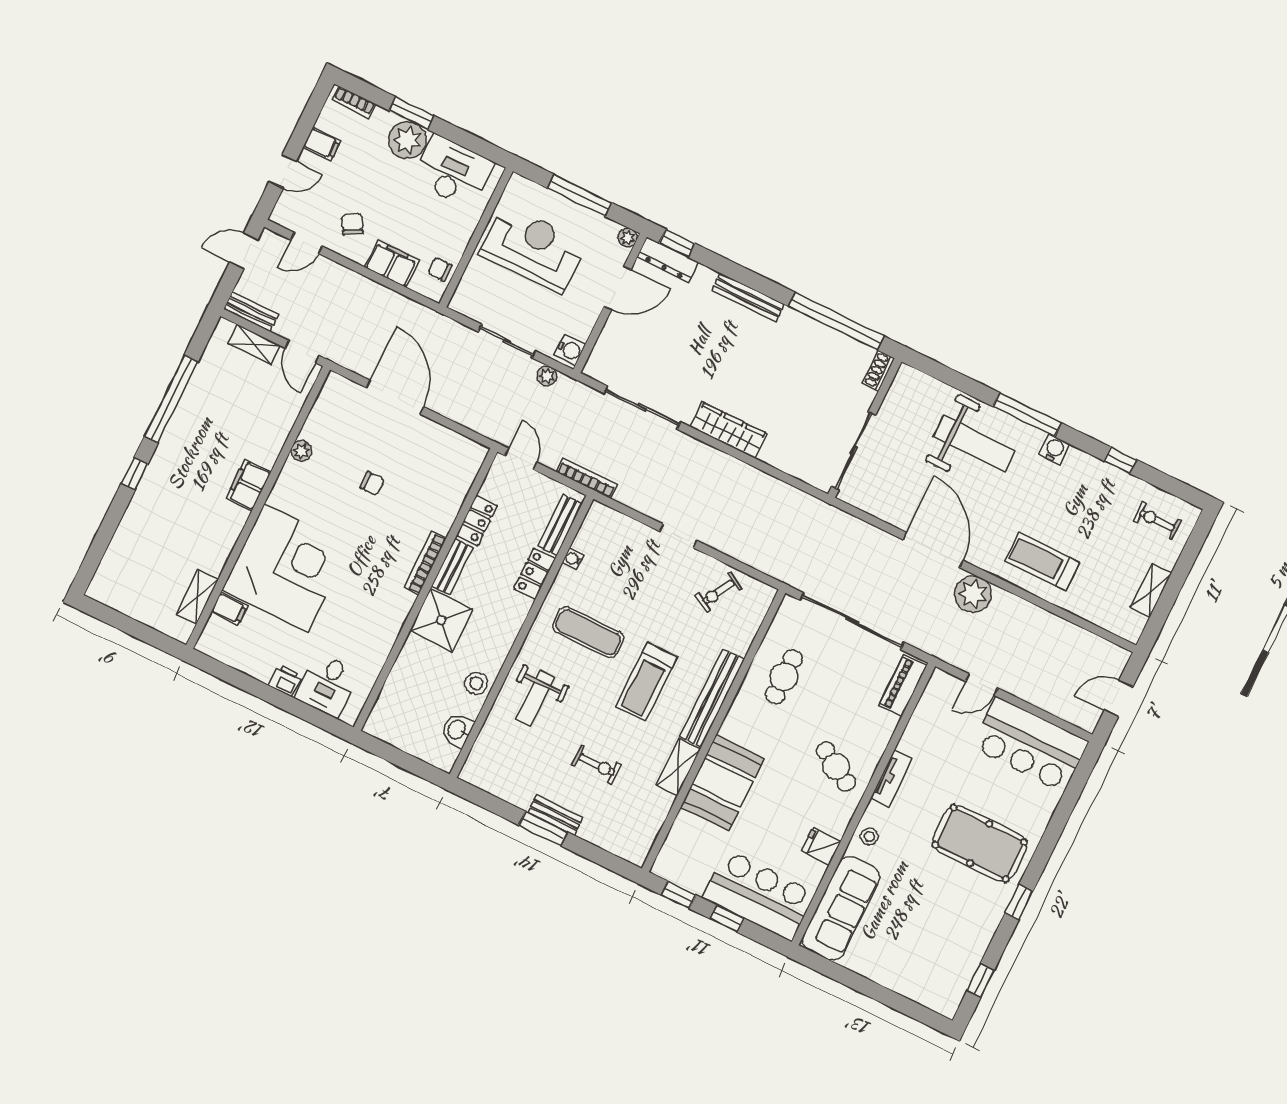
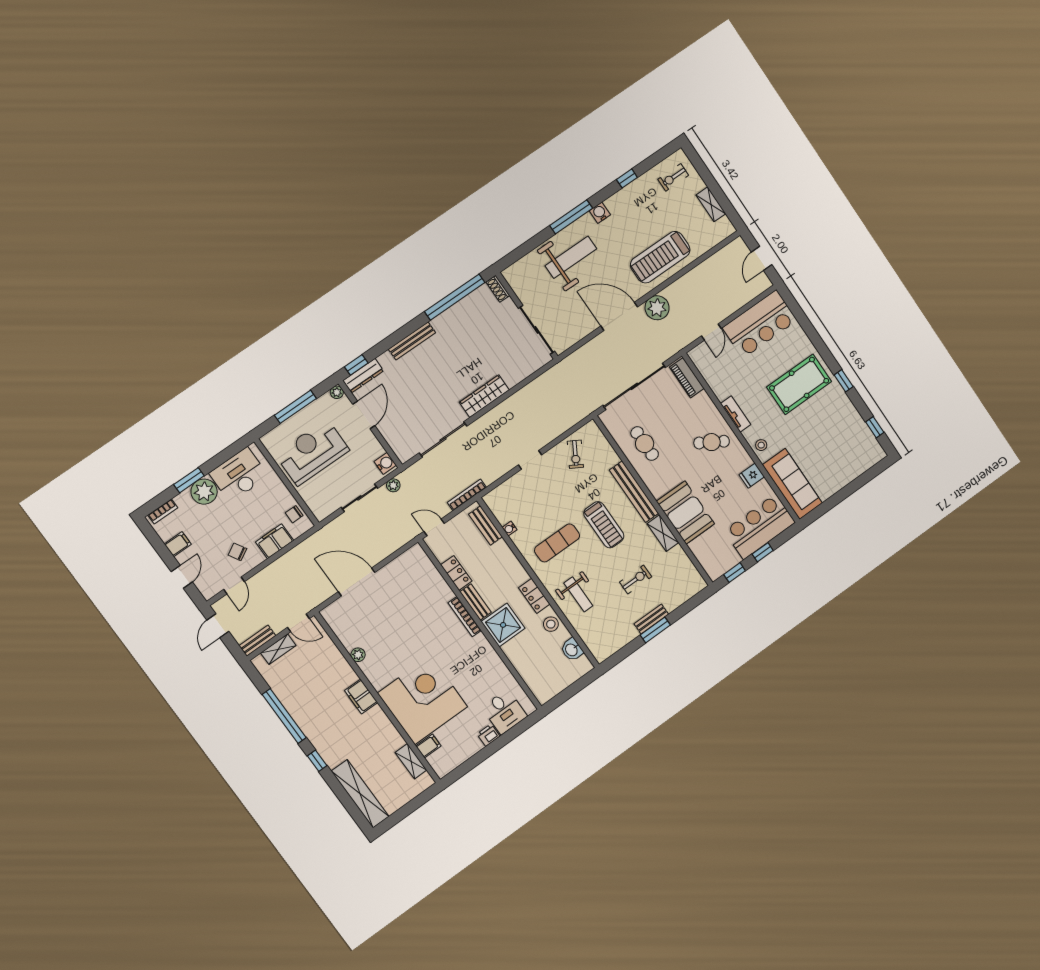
chair: (372, 483) -> (400, 623), removed
shelving: (120, 553) -> (360, 794), added
treadmill: (1042, 562) -> (660, 257), width x1.37, depth x1.38
locker: (535, 574) -> (534, 596), moved

